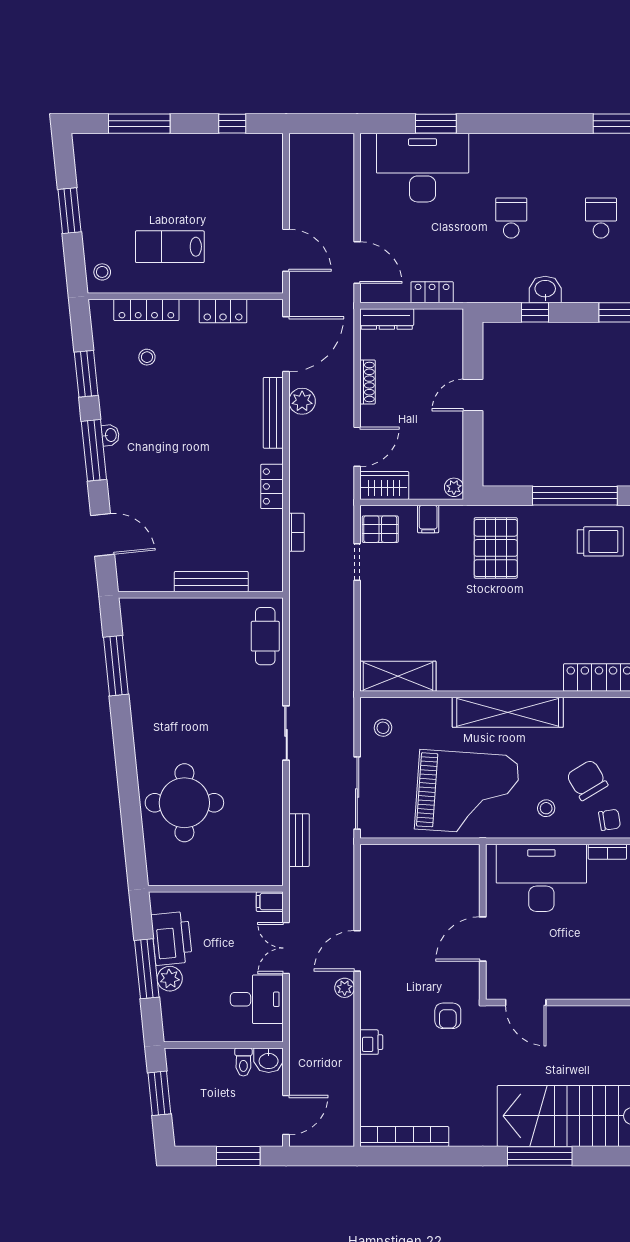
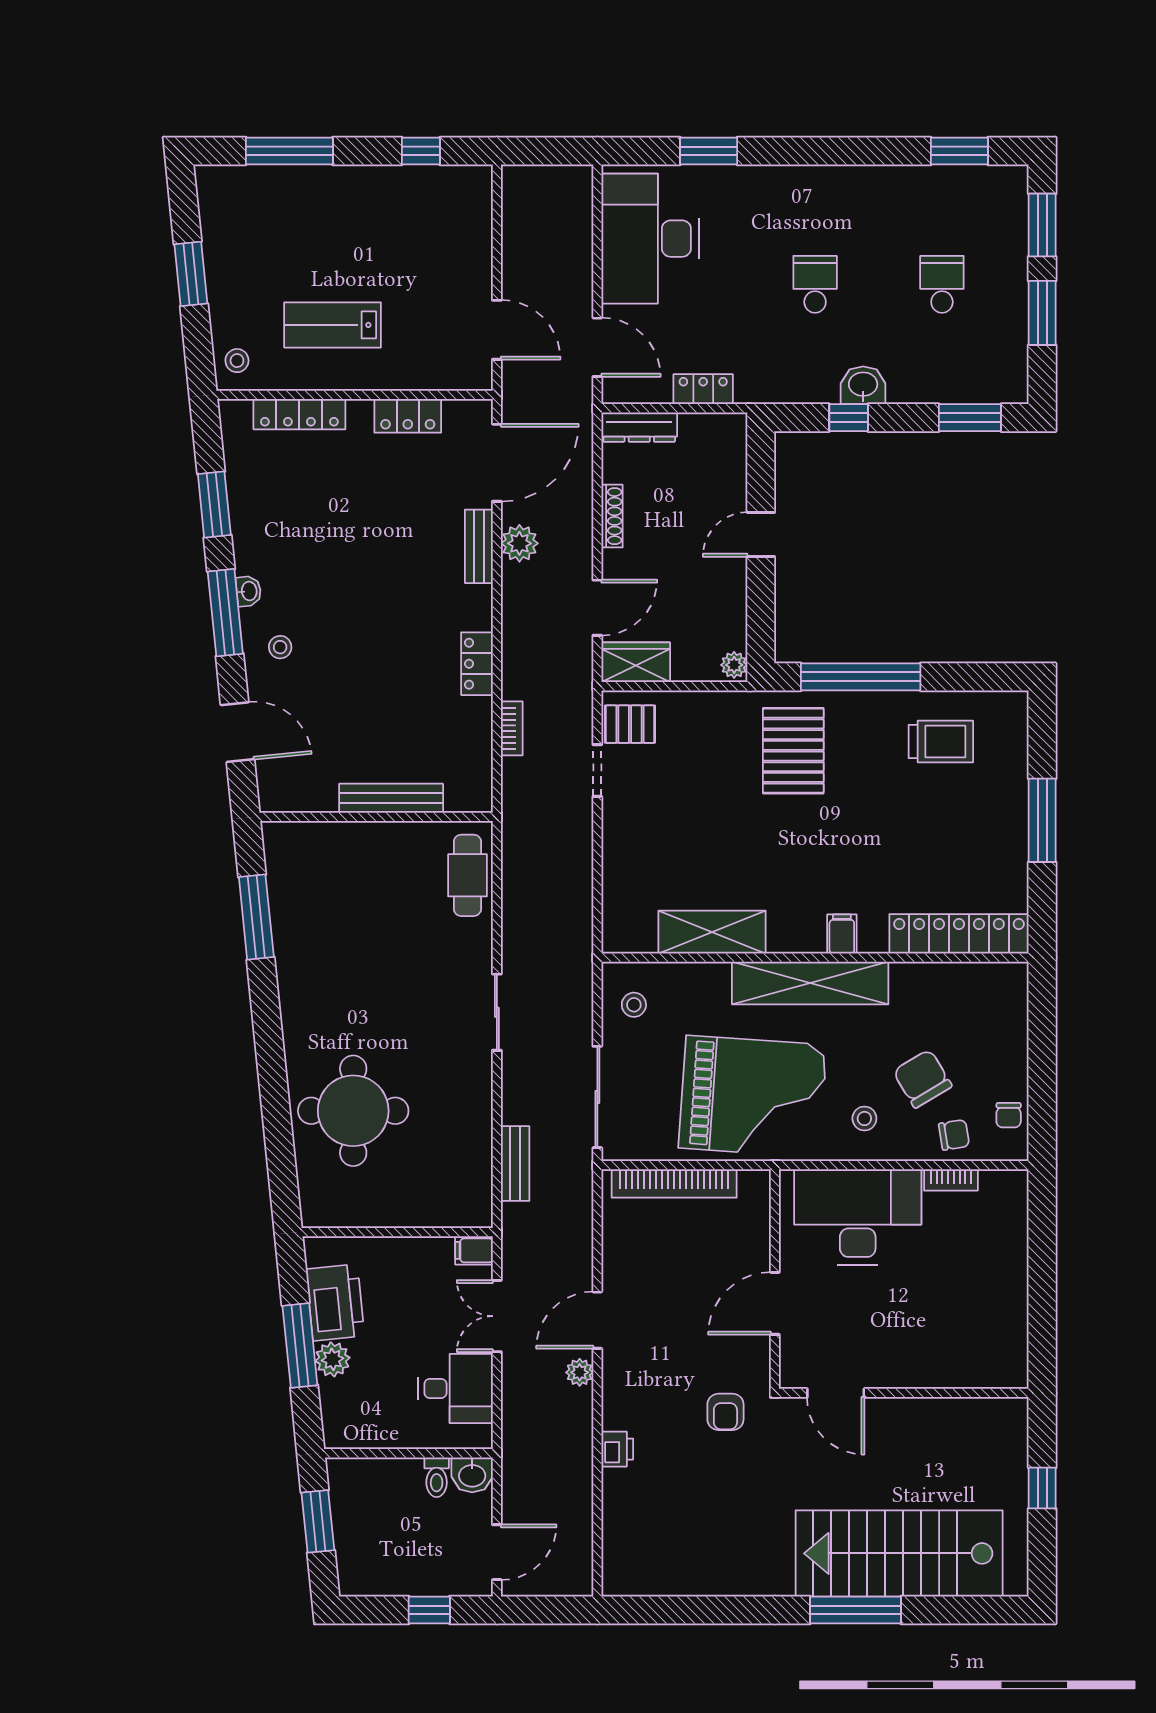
desk: (423, 168) -> (650, 239), moved, turned -90
stool: (147, 357) -> (280, 647), moved
bench: (273, 413) -> (479, 546), width x0.73
window: (575, 496) -> (861, 677), moved
filing cabinet: (428, 519) -> (842, 934), moved, turned 180
shelving: (398, 676) -> (712, 932), moved
bookcase: (404, 1136) -> (674, 1183), moved, turned 180
window: (238, 1156) -> (429, 1610), width x0.67

